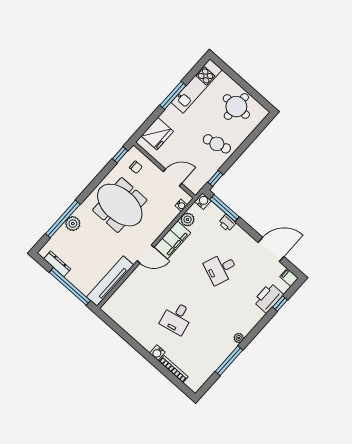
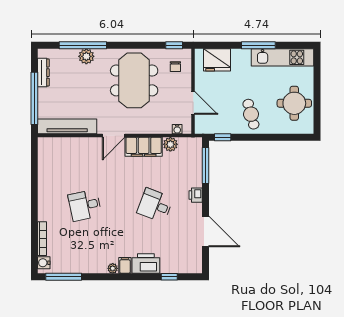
water cooler: (203, 201) -> (196, 143), removed
printer: (227, 223) -> (196, 195), moved
door: (146, 254) -> (114, 136), hinge flipped
filing cabinet: (289, 277) -> (125, 265), moved
printer: (268, 298) -> (146, 264), moved
water cooler: (157, 353) -> (44, 263), moved
window: (229, 361) -> (64, 277), moved

